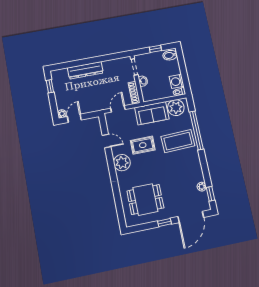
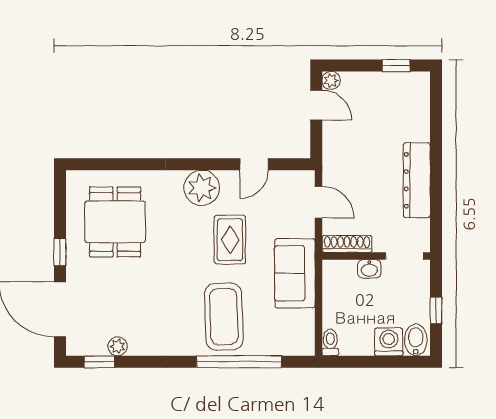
dresser: (85, 70) -> (417, 180), moved
washing machine: (177, 81) -> (389, 342), moved
plant: (176, 108) -> (297, 328), removed

